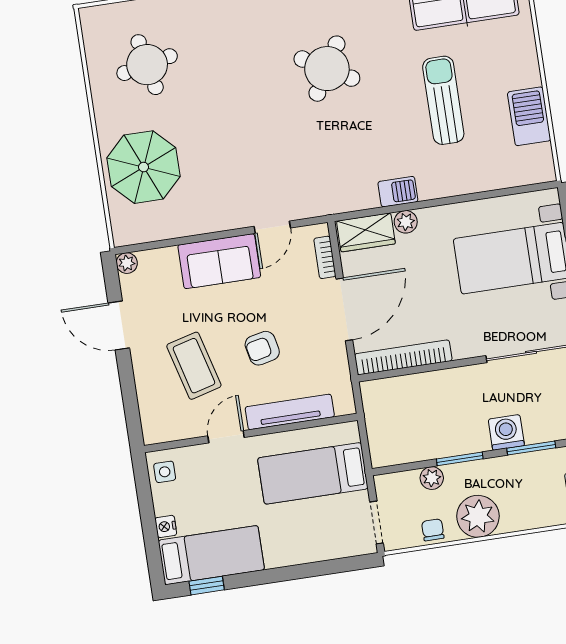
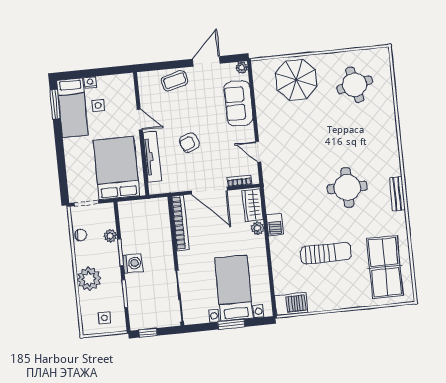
round table: (327, 69) -> (347, 187), turned -30
barbecue: (529, 116) -> (291, 304), moved
sofa: (219, 261) -> (238, 103), moved
armchair: (262, 348) -> (189, 143), turned -99
coffee table: (194, 366) -> (175, 81), moved, width x0.73, depth x0.77
washing machine: (506, 432) -> (133, 263), moved
side table: (165, 472) -> (98, 105), moved
bed: (313, 473) -> (116, 168), width x1.50
plant: (478, 516) -> (89, 279), moved
window: (207, 586) -> (55, 104), width x1.50

